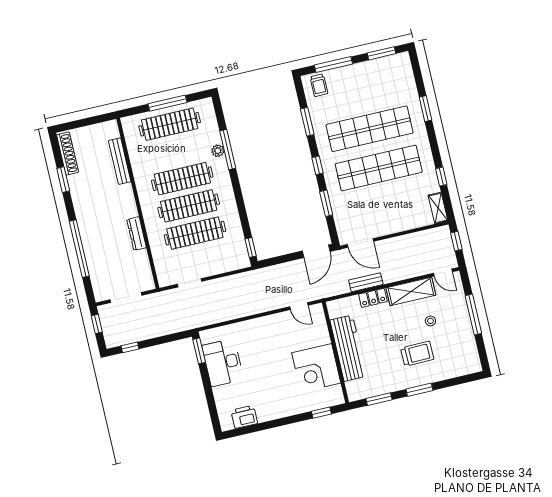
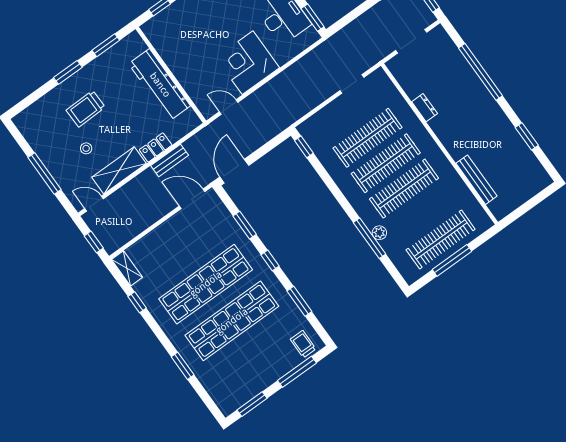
shoe rack: (68, 153) -> (534, 165), removed
dresser: (136, 234) -> (425, 108), width x0.70
corner desk: (316, 368) -> (248, 63), moved, turned -90

